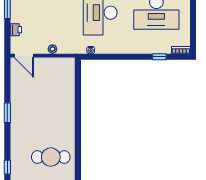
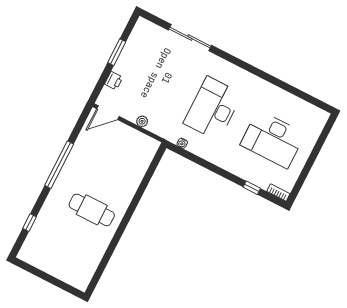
door: (24, 56) -> (108, 113), hinge flipped
window: (7, 113) -> (59, 165), width x2.11
cafe table: (51, 157) -> (92, 210), moved

